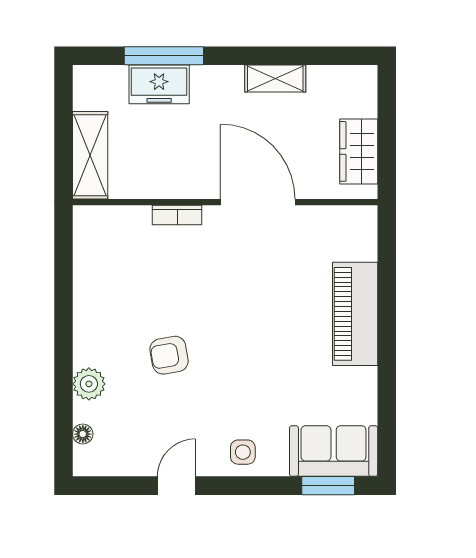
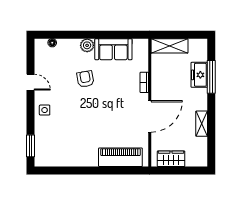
piano: (355, 314) -> (120, 157), moved
plant: (89, 384) -> (87, 45), moved
sofa: (334, 451) -> (113, 49), moved, turned 90

